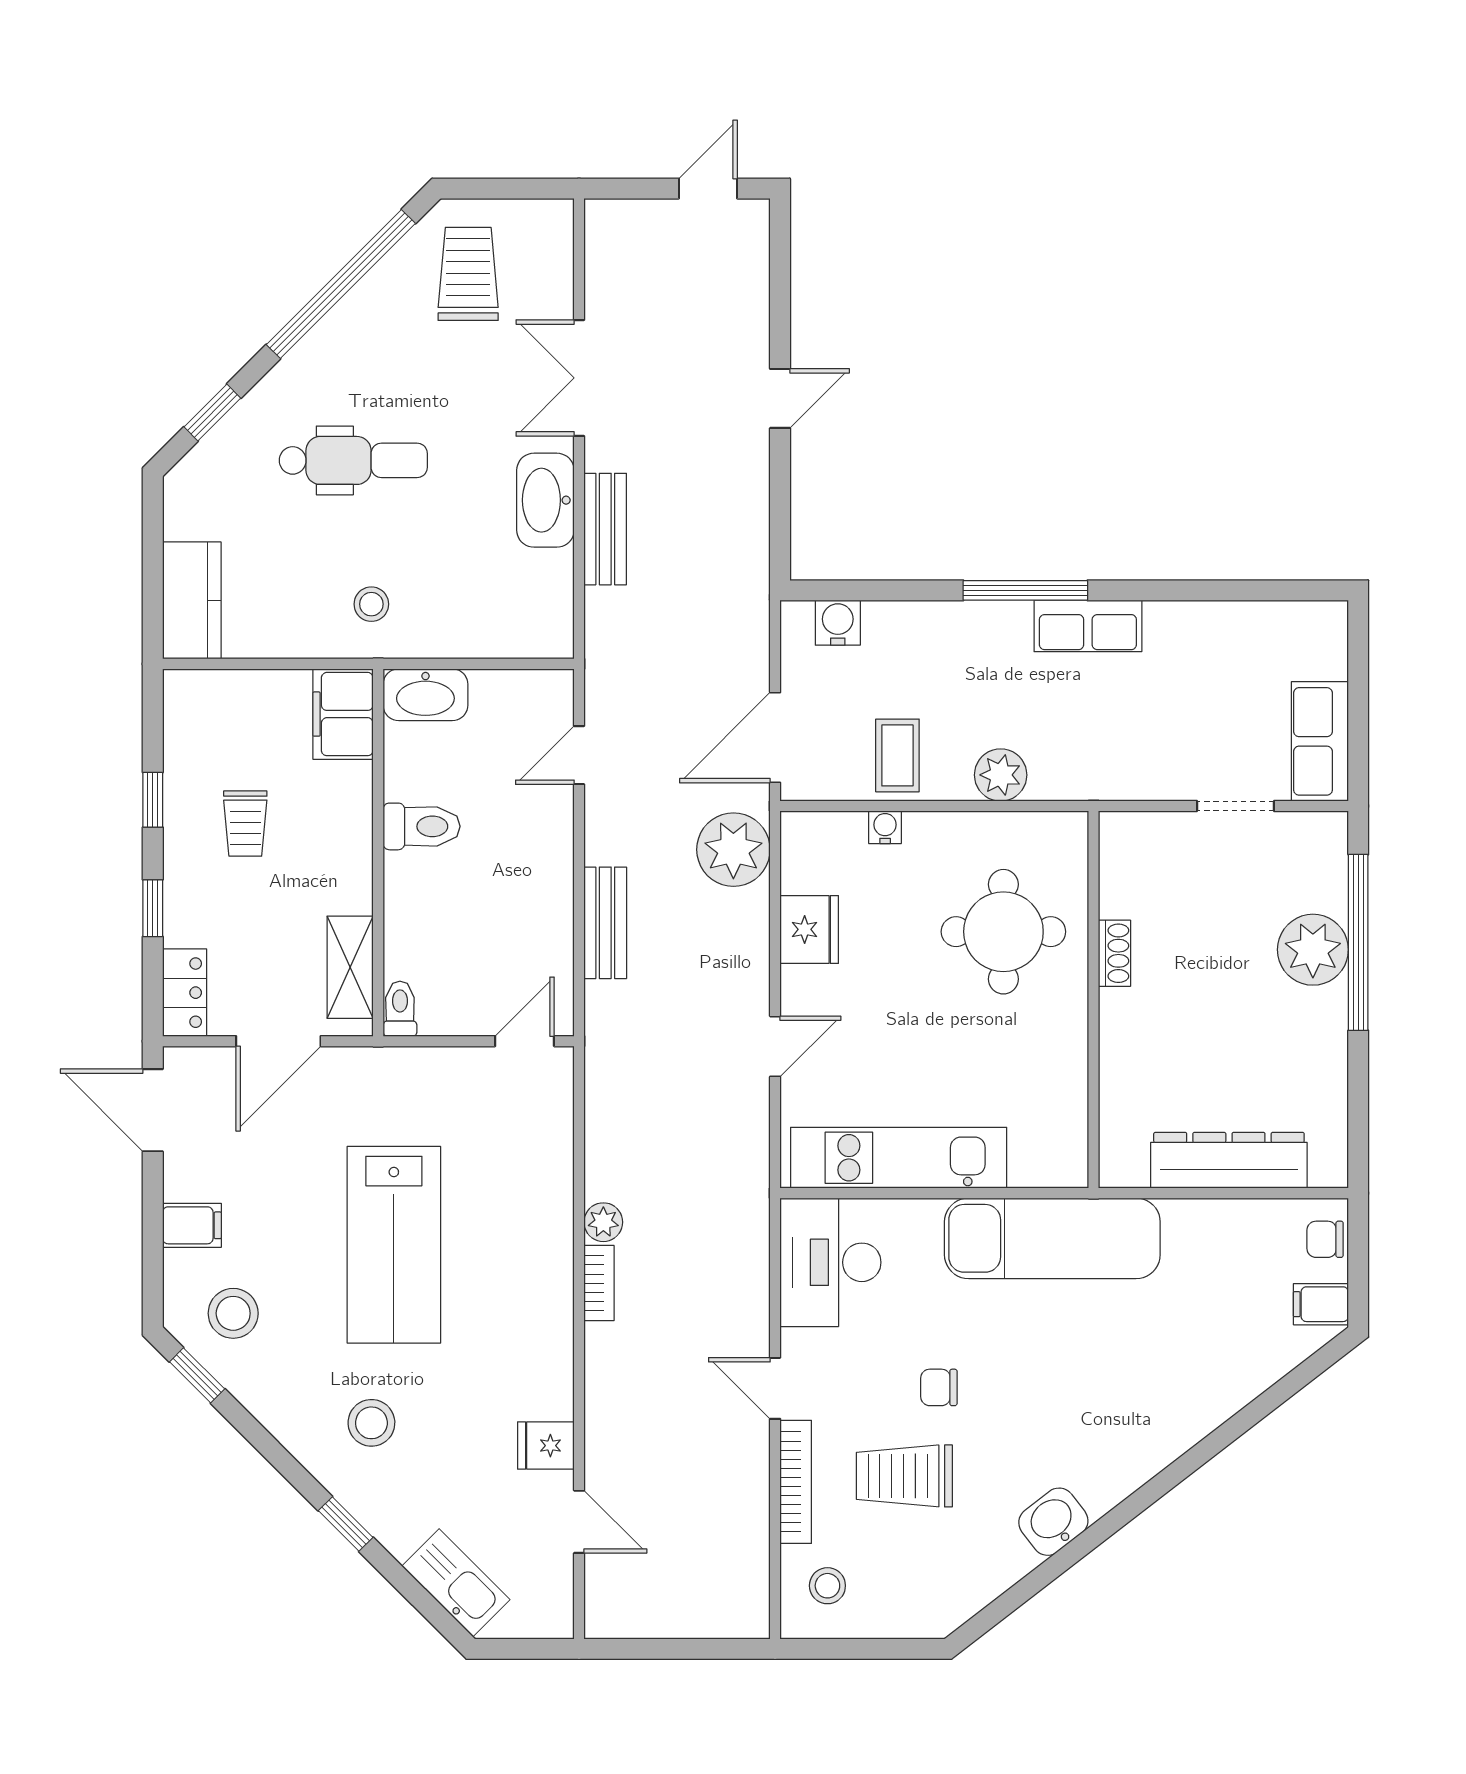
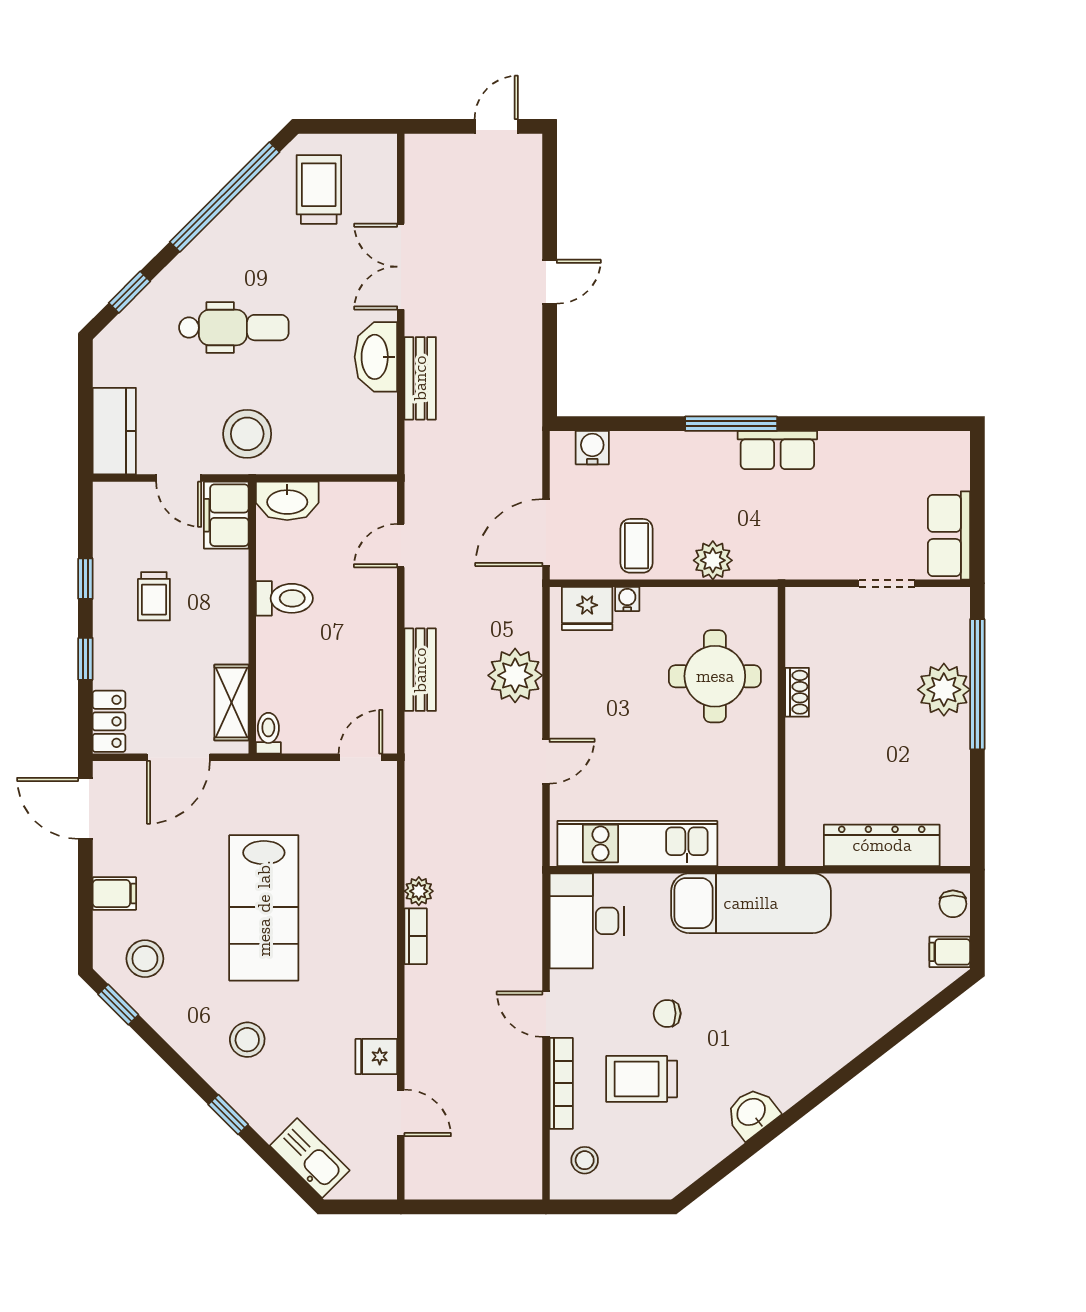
stool: (371, 604) -> (247, 434), width x1.89, depth x1.89
door: (279, 664) -> (179, 478), added
plant: (733, 850) -> (515, 675), moved
fridge: (809, 929) -> (587, 609), moved, turned 90
chair: (1325, 1239) -> (953, 904), turned -90

